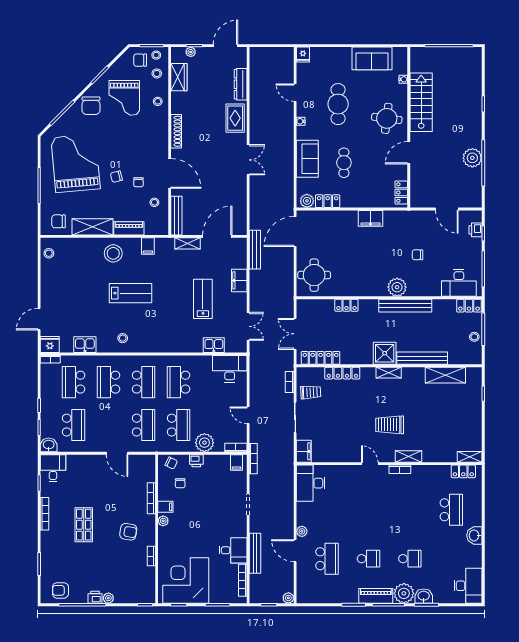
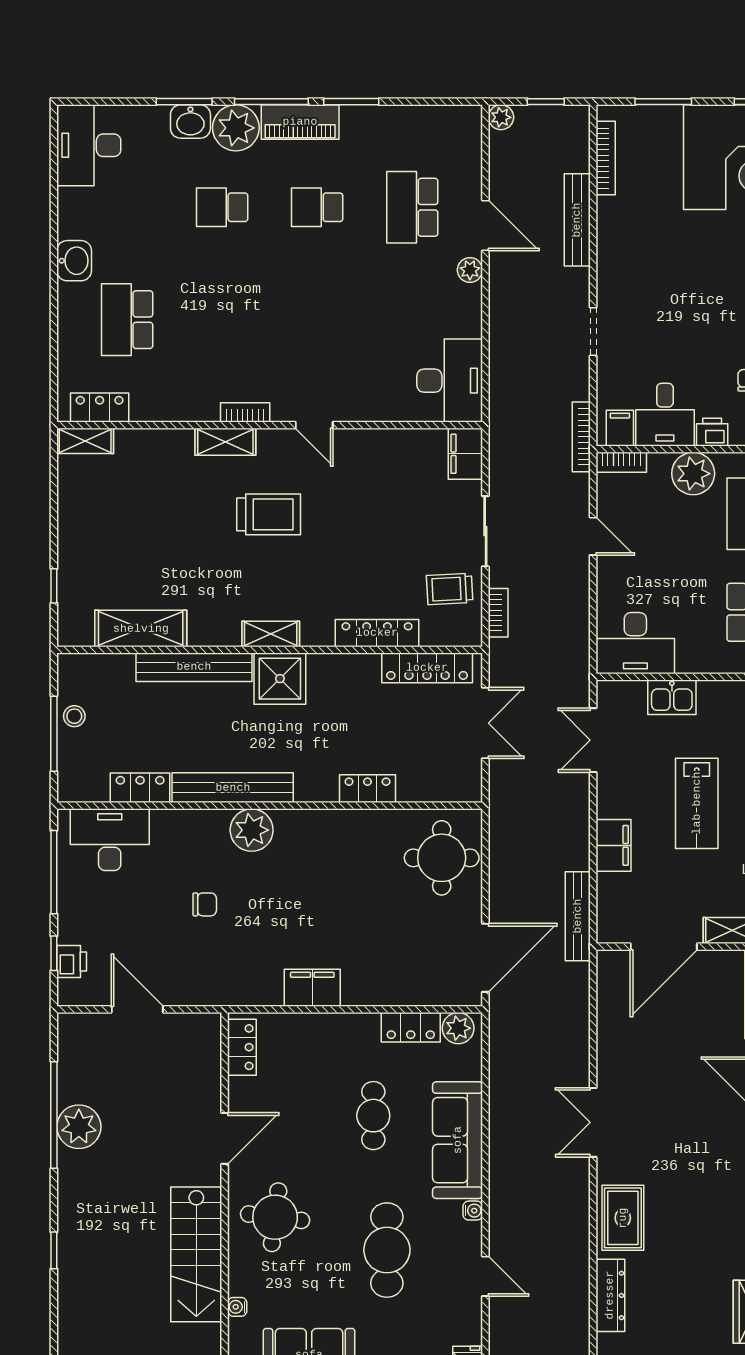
sofa: (307, 159) -> (458, 1140), width x1.36
locker: (469, 306) -> (140, 788), moved
desk: (233, 550) -> (665, 415), moved, turned -90

